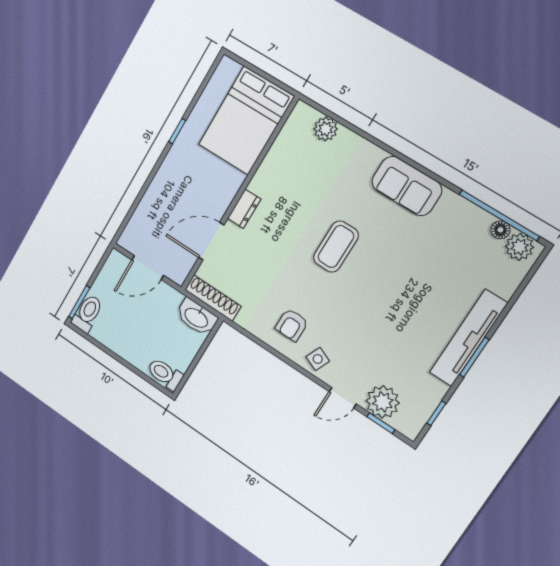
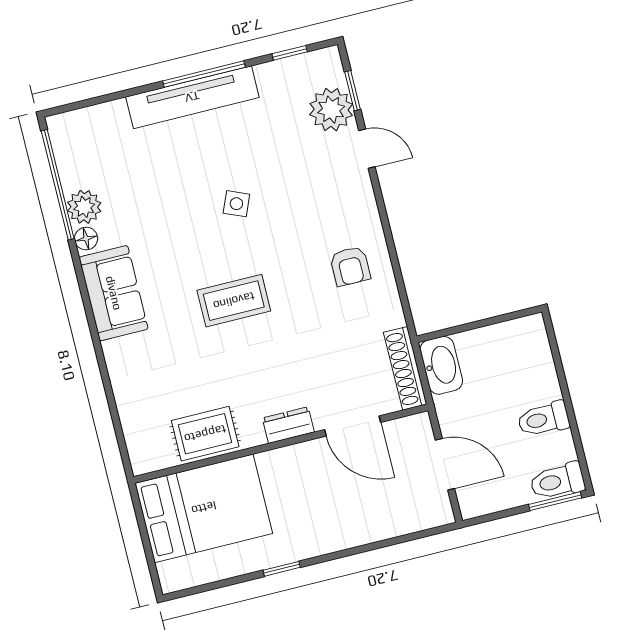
plant: (326, 129) -> (136, 422), removed
rug: (283, 160) -> (205, 434), added
floor lamp: (500, 230) -> (86, 239), moved
plant: (520, 247) -> (84, 207), moved
armchair: (292, 325) -> (350, 266), turned 90
window: (474, 357) -> (204, 74), width x1.44
side table: (318, 359) -> (236, 204), moved
toilet: (165, 374) -> (543, 419), moved, turned 90

